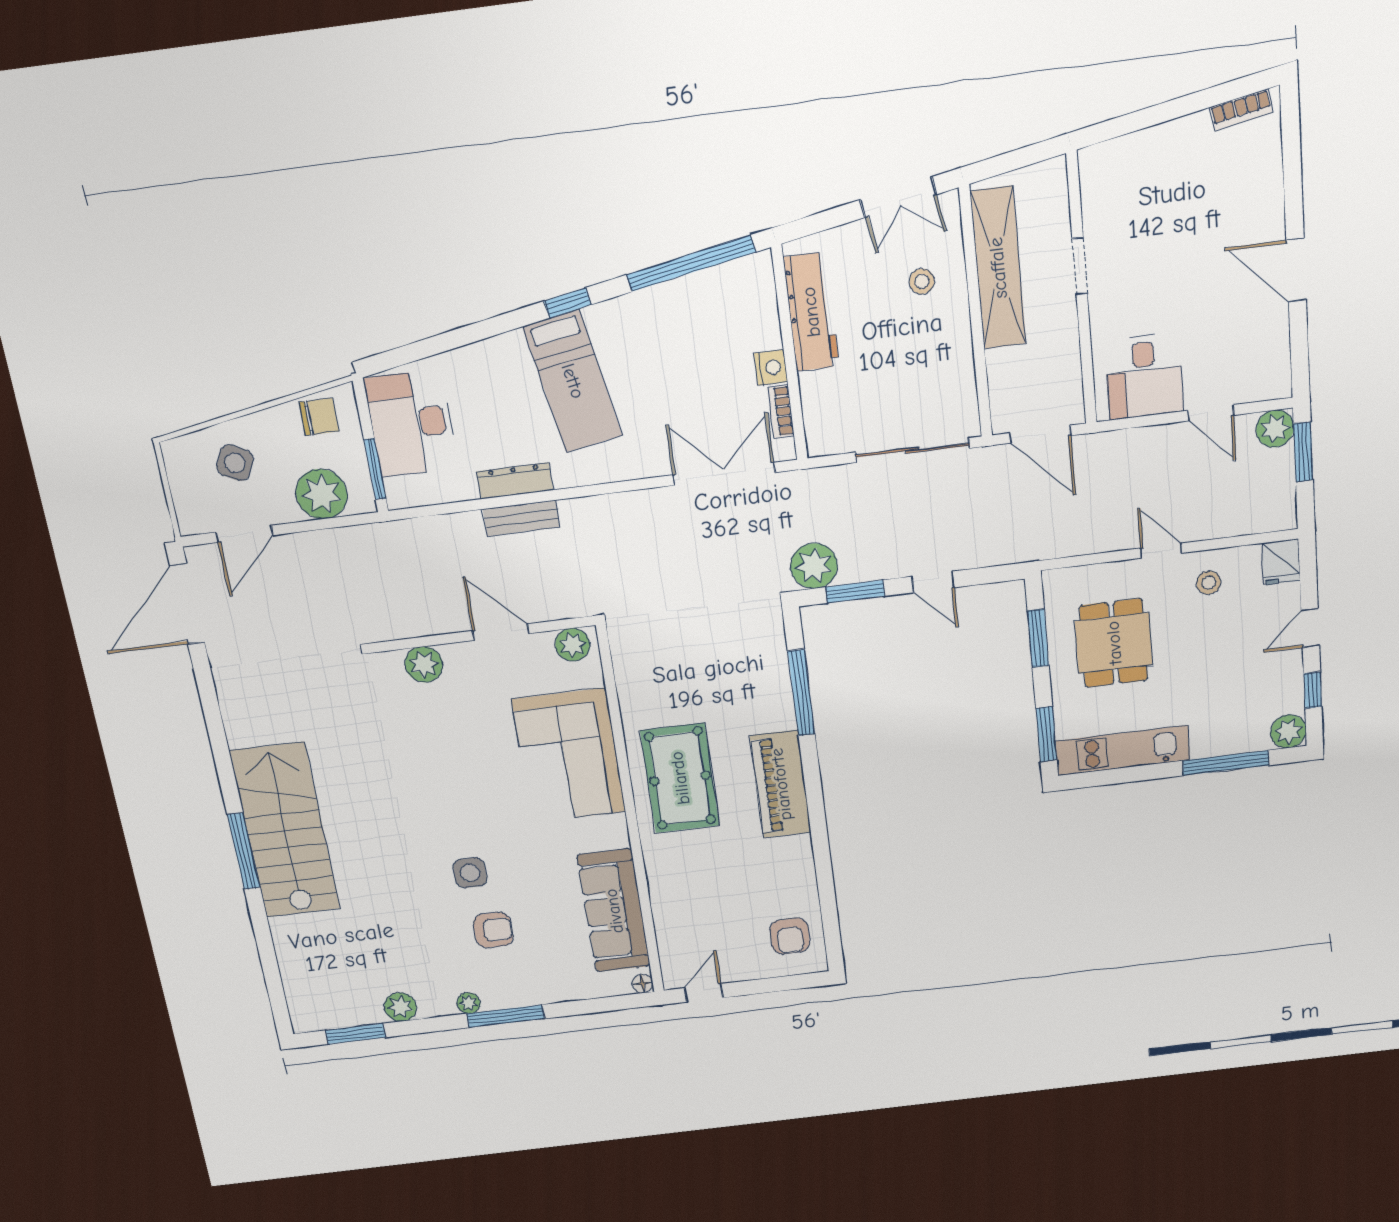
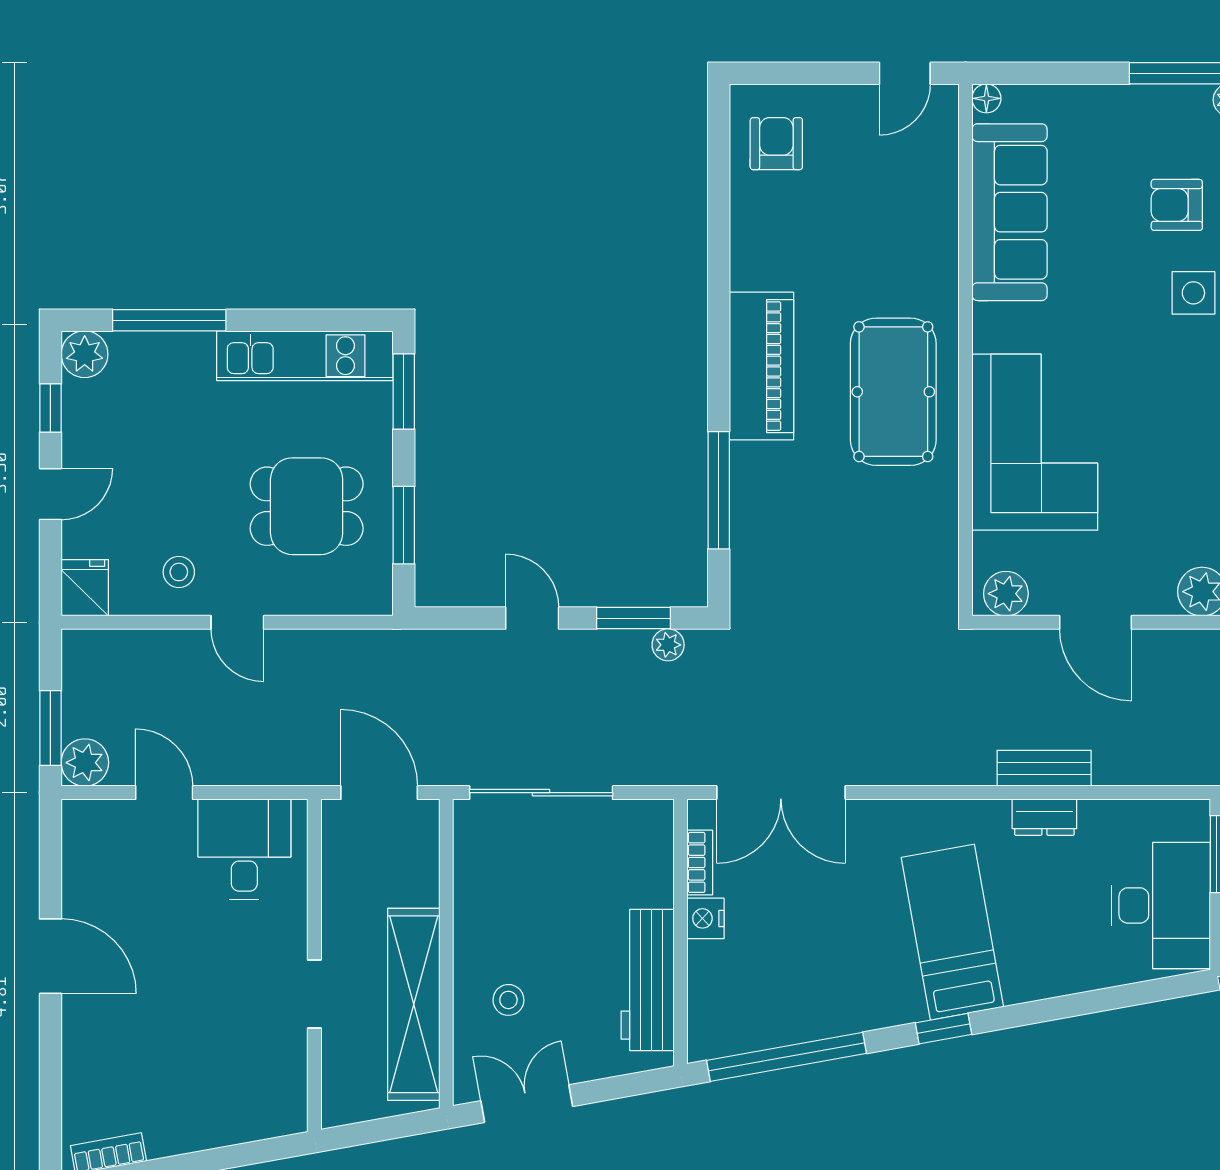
dresser: (515, 481) -> (1044, 817), width x0.70
plant: (814, 566) -> (668, 645), width x0.53, depth x0.53
dining table: (1114, 643) -> (307, 506), turned 90

